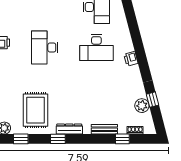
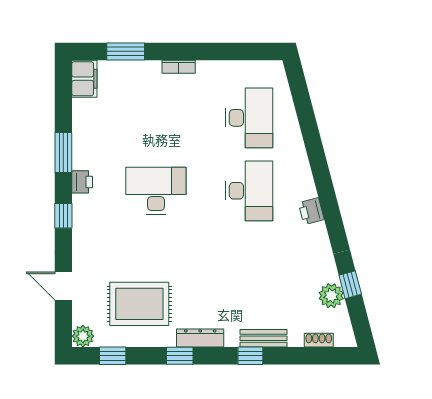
desk: (45, 47) -> (156, 191), turned 90
desk: (96, 47) -> (249, 191), turned -90
rug: (36, 110) -> (139, 304), turned 90
window: (122, 139) -> (250, 356), moved

